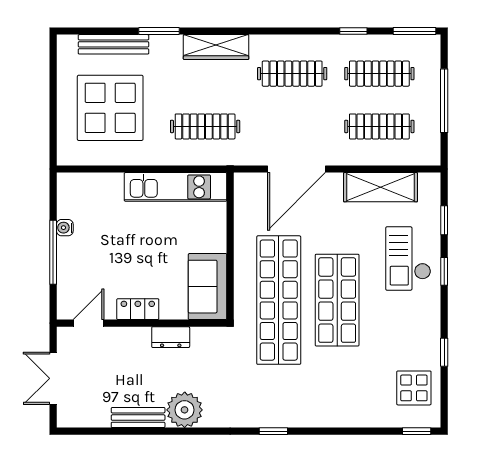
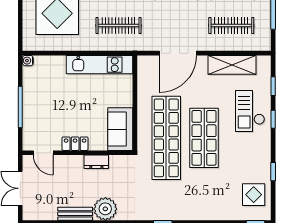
water cooler: (65, 228) -> (28, 61), moved
door: (89, 323) -> (43, 153), swing flipped

